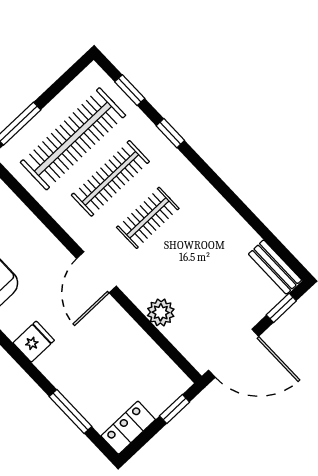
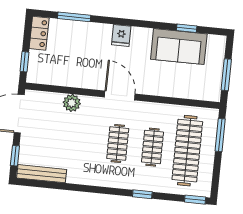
window: (130, 90) -> (195, 200), moved
clothes rail: (110, 178) -> (152, 147), width x0.73
bench: (275, 267) -> (42, 174), width x1.36

